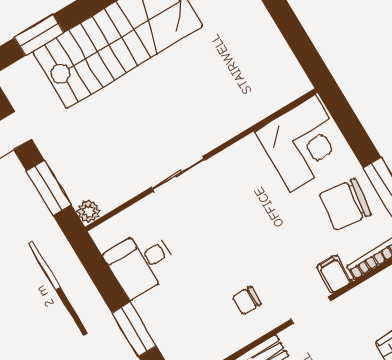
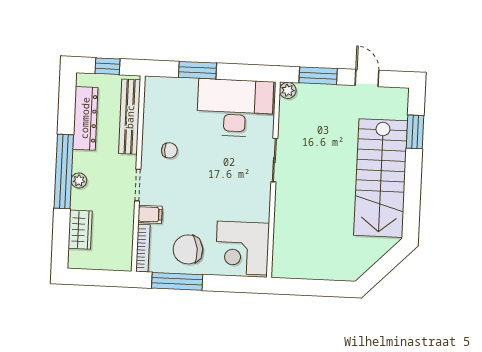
chair: (345, 204) -> (188, 249), turned -104
desk: (141, 263) -> (235, 108), width x1.87, depth x1.30
chair: (247, 301) -> (169, 150), turned 90

